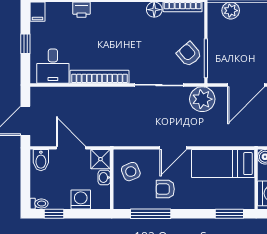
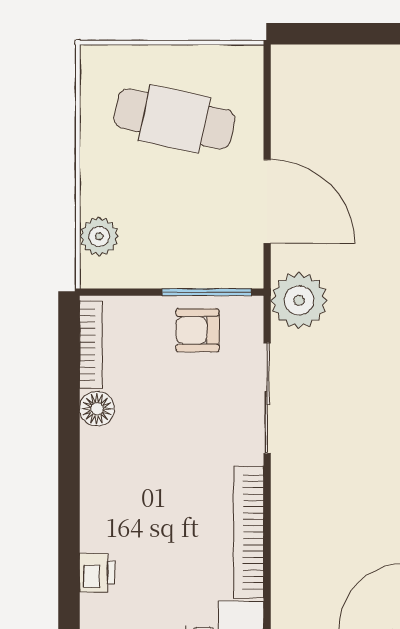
armchair: (189, 54) -> (198, 330), turned 41

